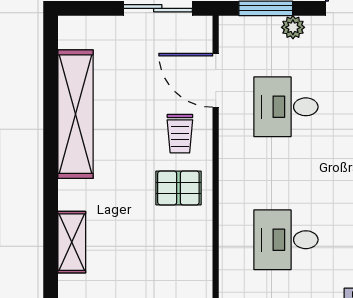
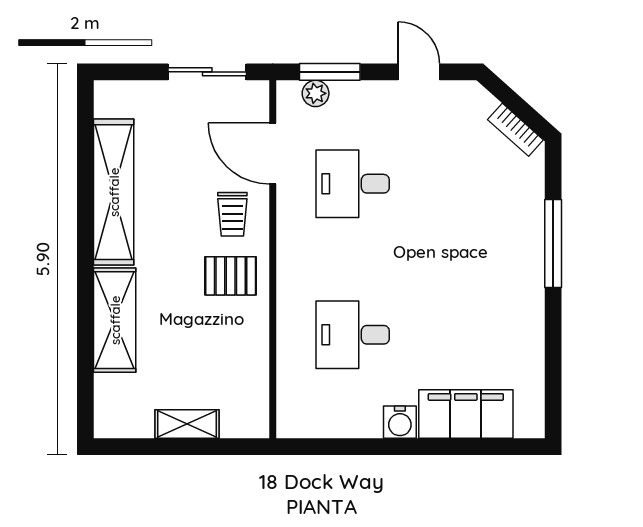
plant: (293, 27) -> (316, 93), moved
shelving: (72, 242) -> (115, 320), width x1.50, depth x1.33

